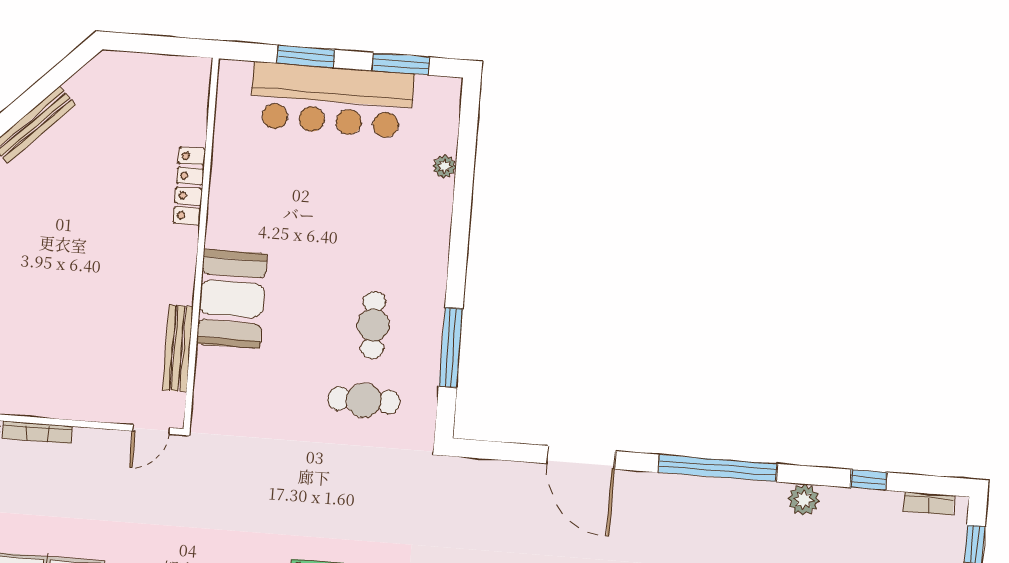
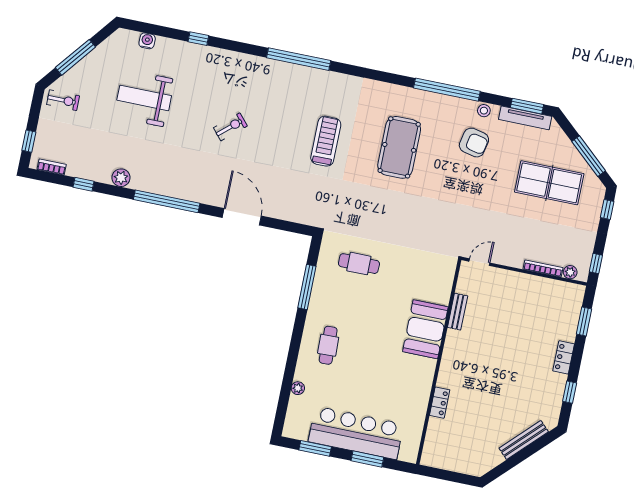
locker: (189, 186) -> (440, 403), width x0.66
cafe table: (373, 325) -> (328, 345), moved
bench: (178, 348) -> (458, 312), width x0.73

